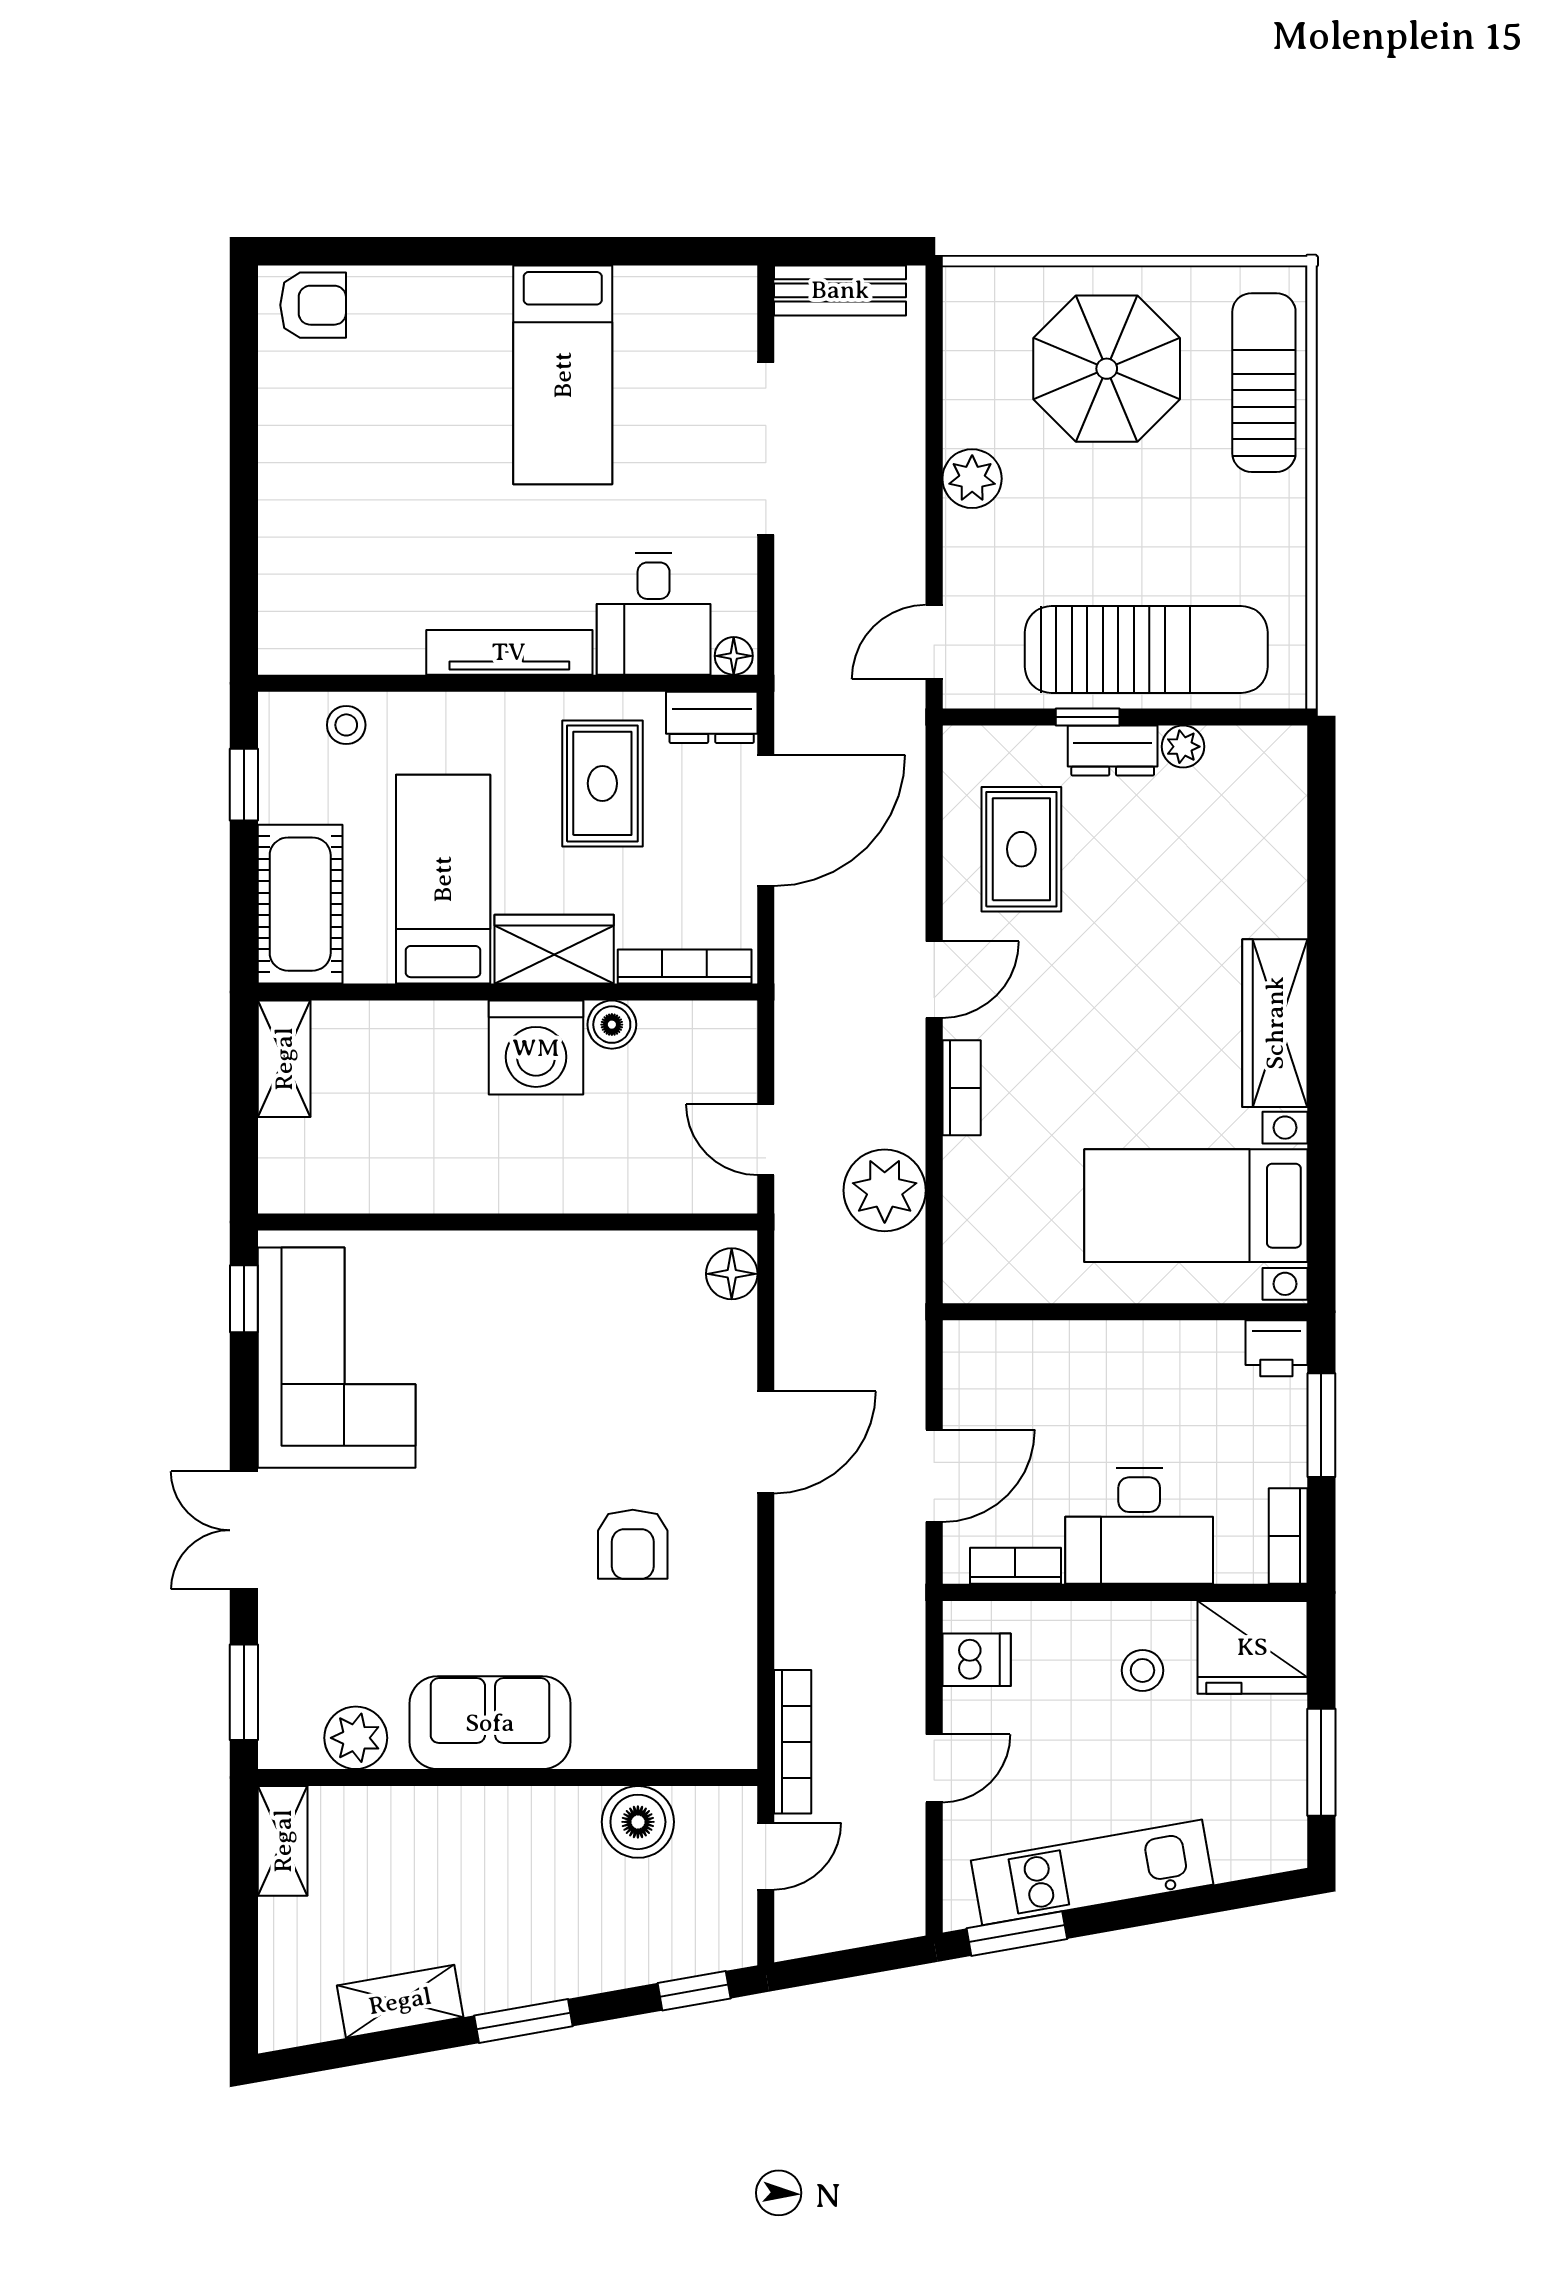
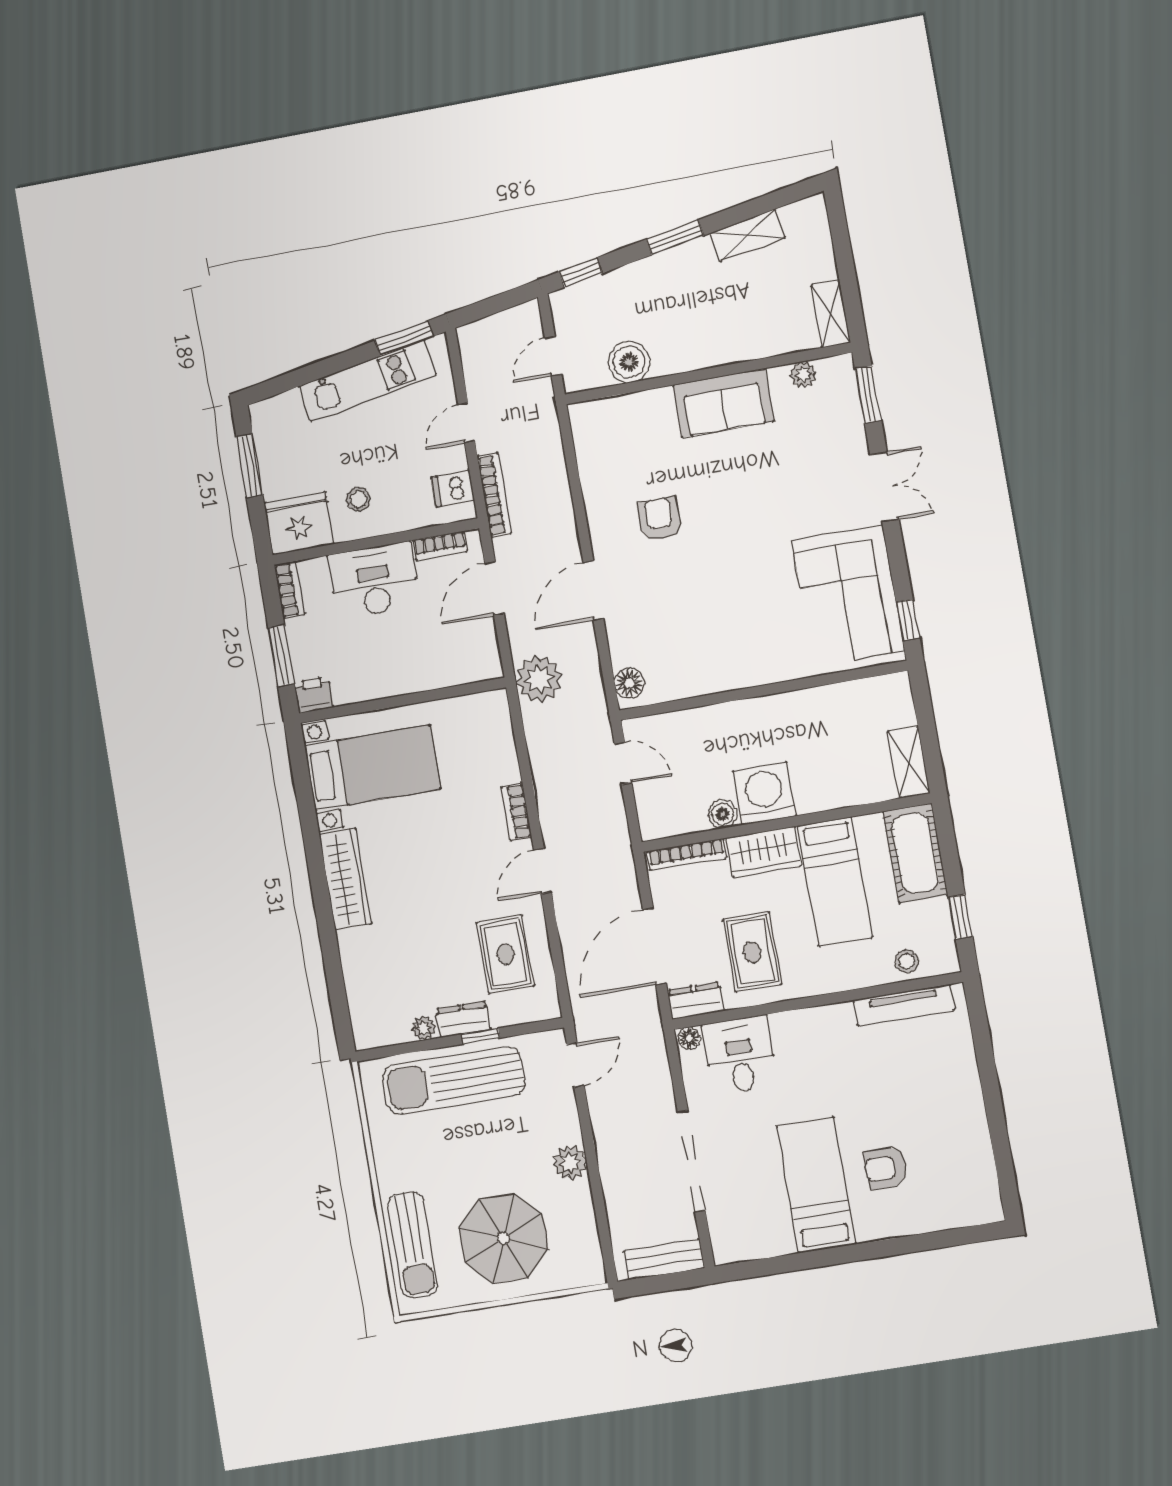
armchair: (313, 305) -> (886, 1168), moved
tv unit: (509, 652) -> (904, 1005), moved
plant: (885, 1190) -> (539, 679), moved
plant: (356, 1738) -> (803, 375), width x0.73, depth x0.73
bookcase: (793, 1742) -> (494, 495), moved, turned 180

